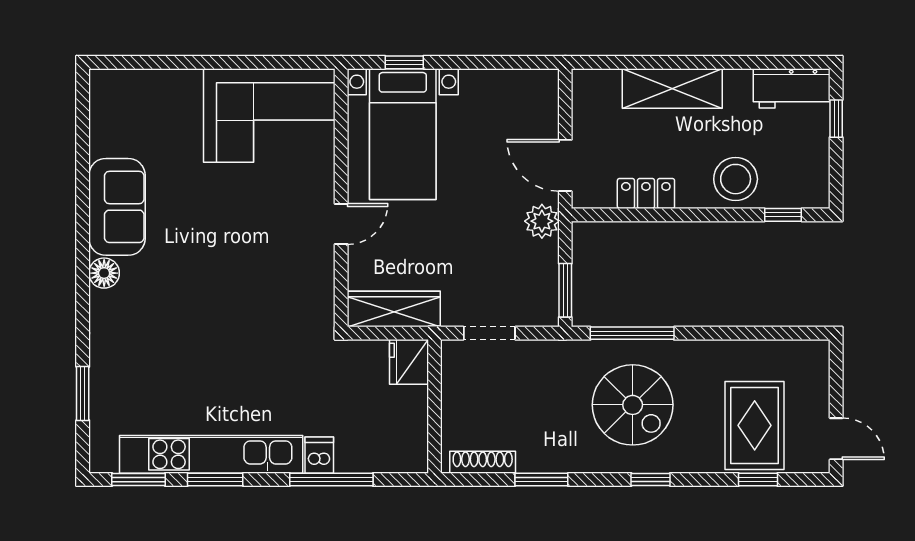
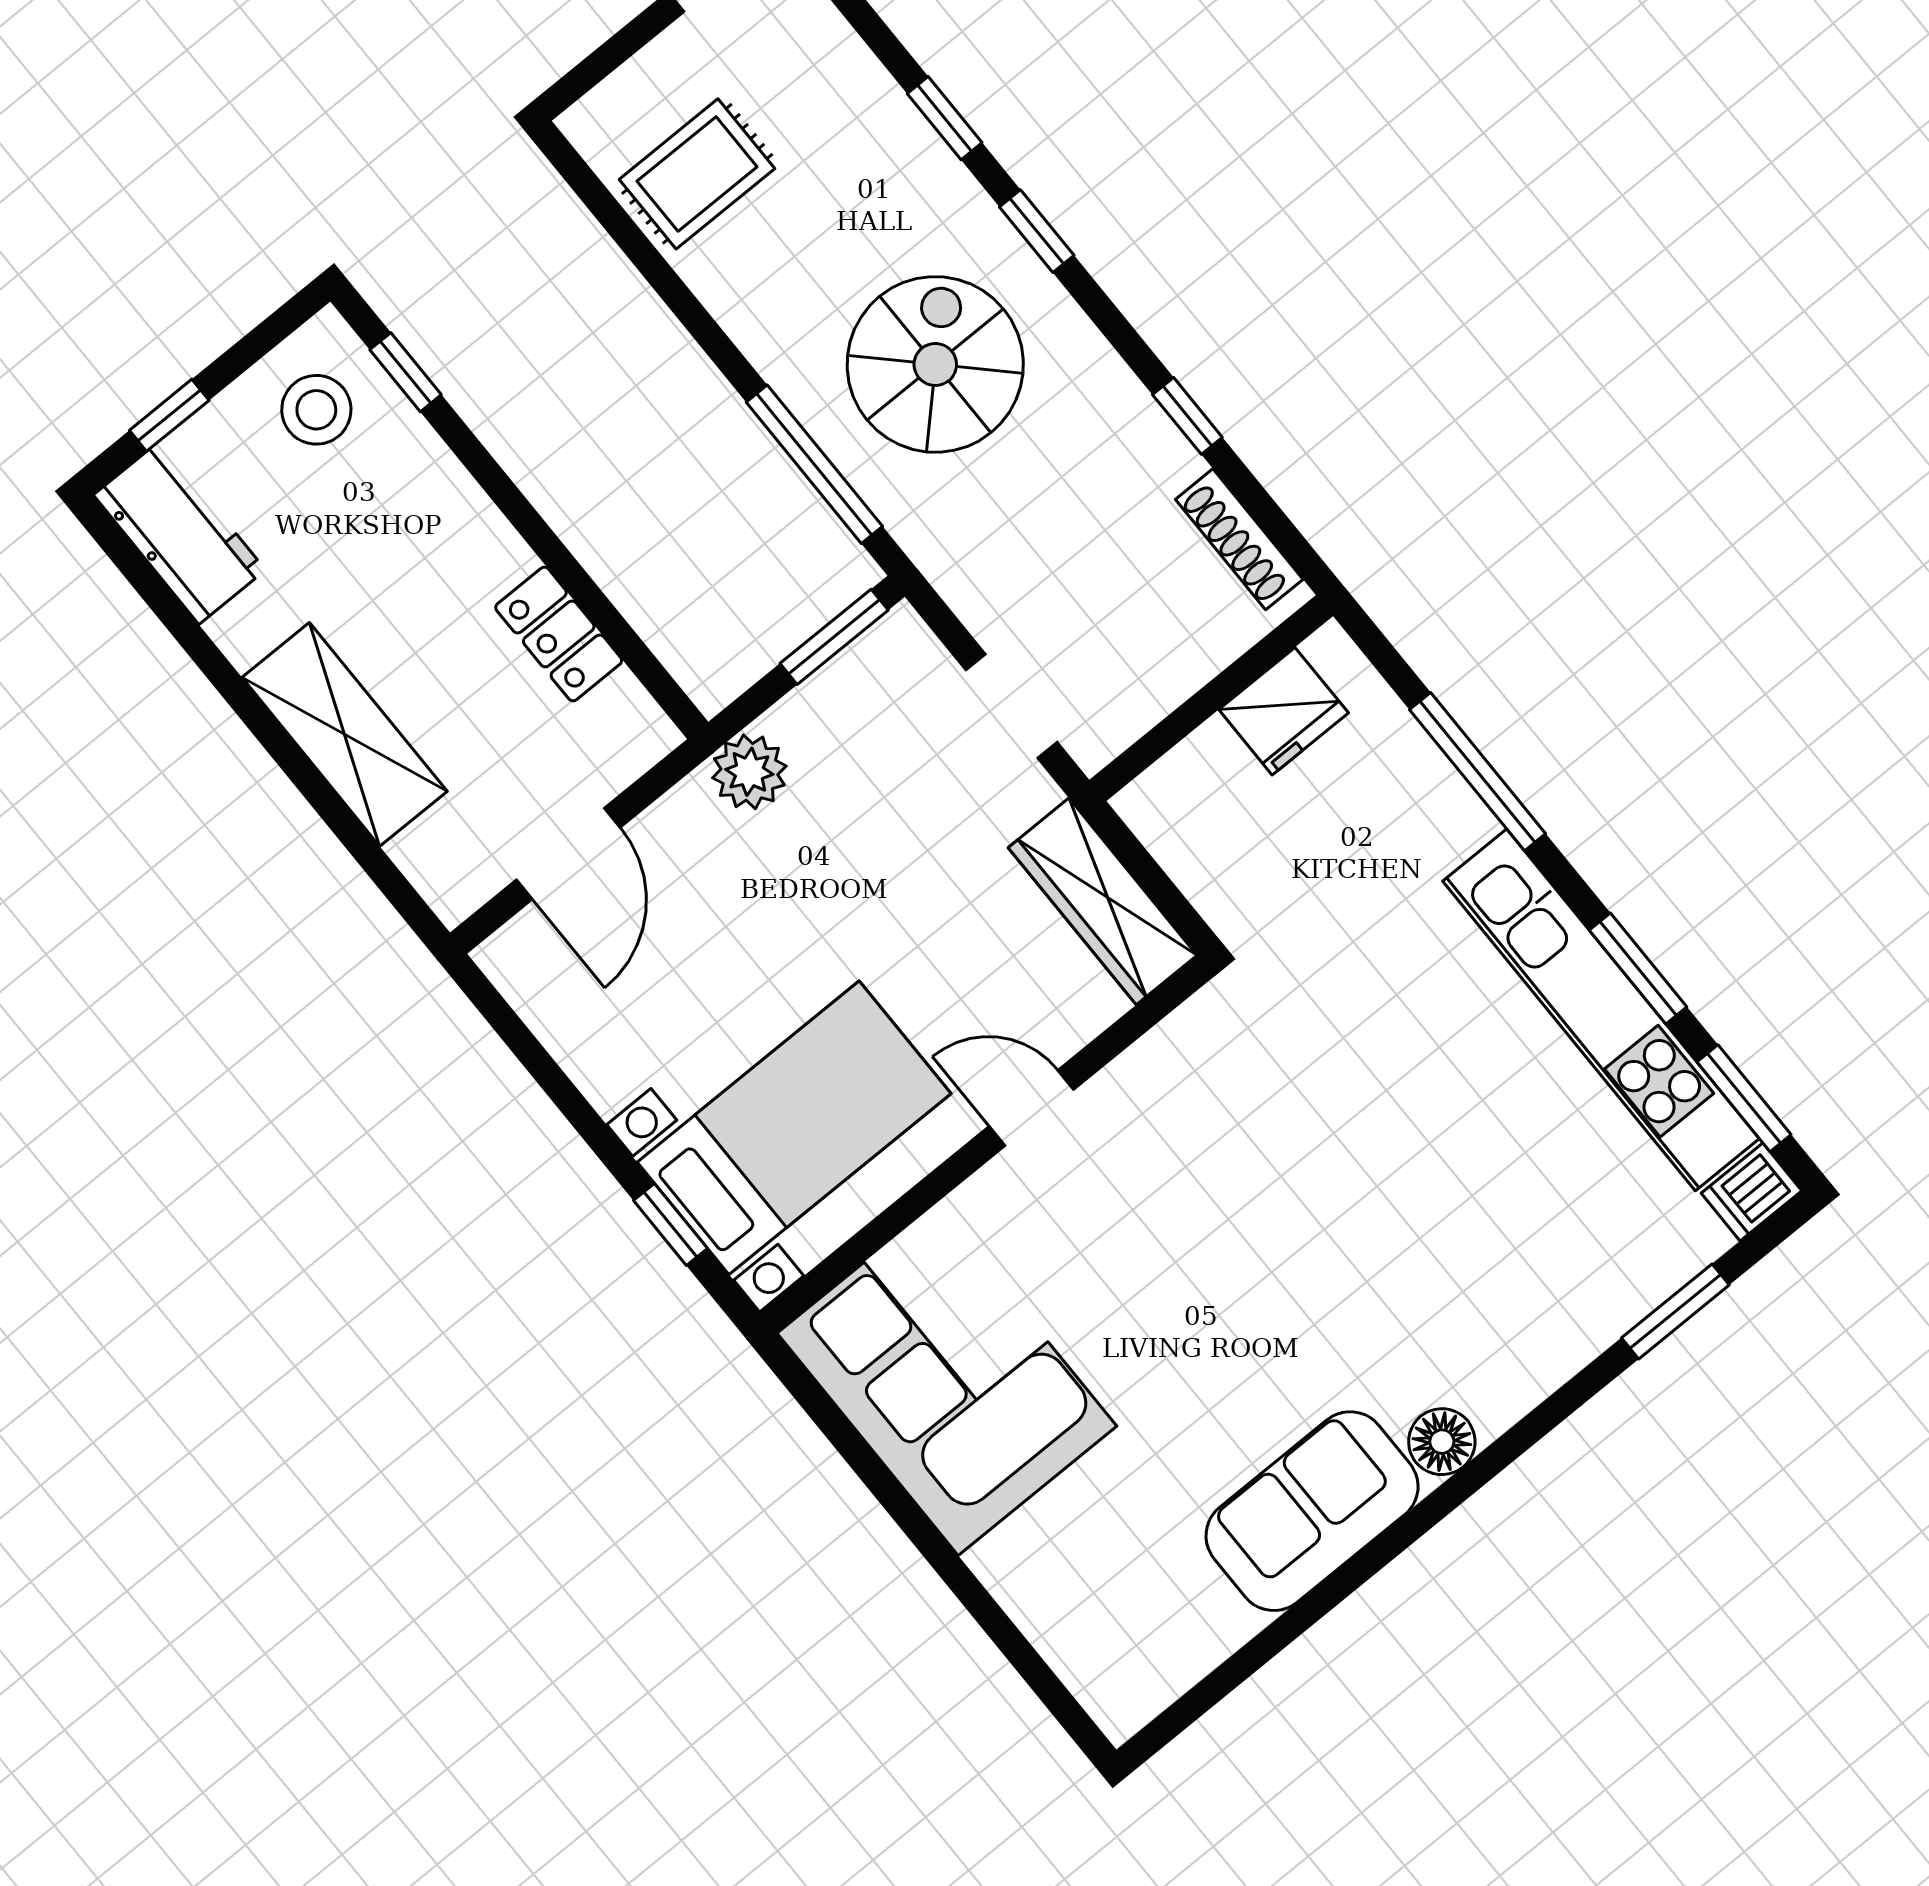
door: (565, 165) -> (568, 854), moved
stool: (736, 179) -> (316, 410), moved, width x0.73, depth x0.73
fridge: (409, 362) -> (1284, 711), moved
rug: (755, 425) -> (697, 174), moved, width x0.73, depth x0.70
dishwasher: (319, 455) -> (1751, 1192), moved
window: (541, 479) -> (1187, 416), width x0.67
window: (758, 479) -> (945, 118), moved

